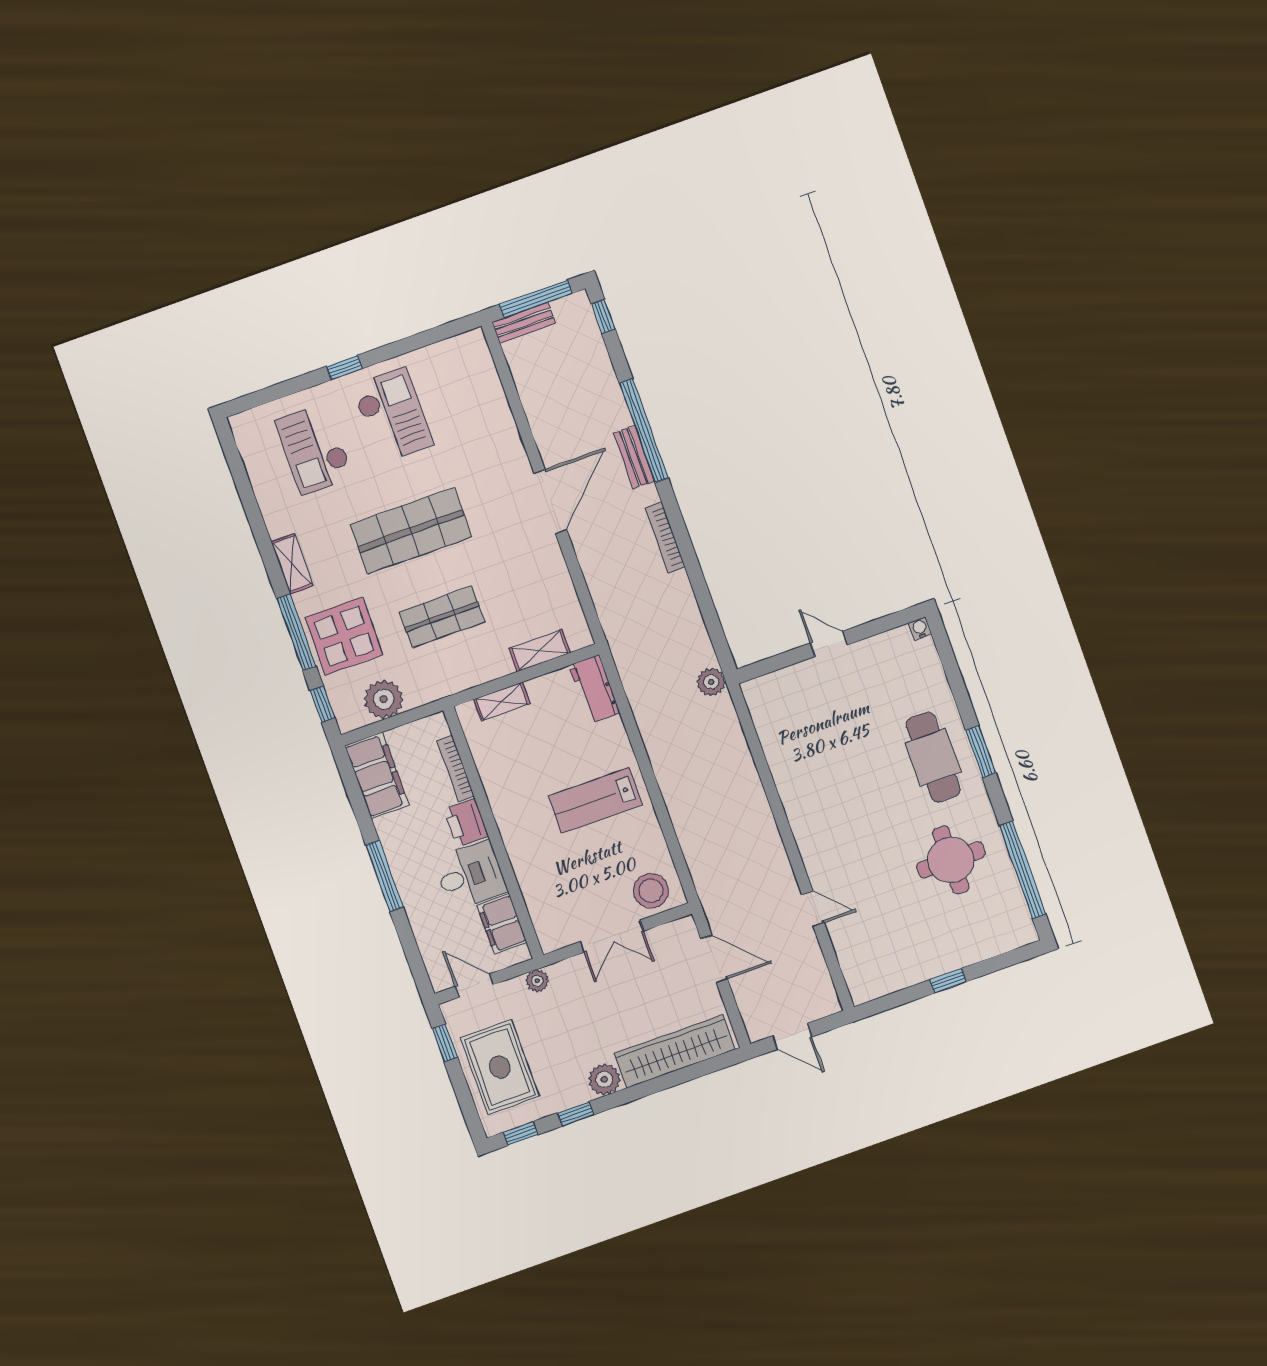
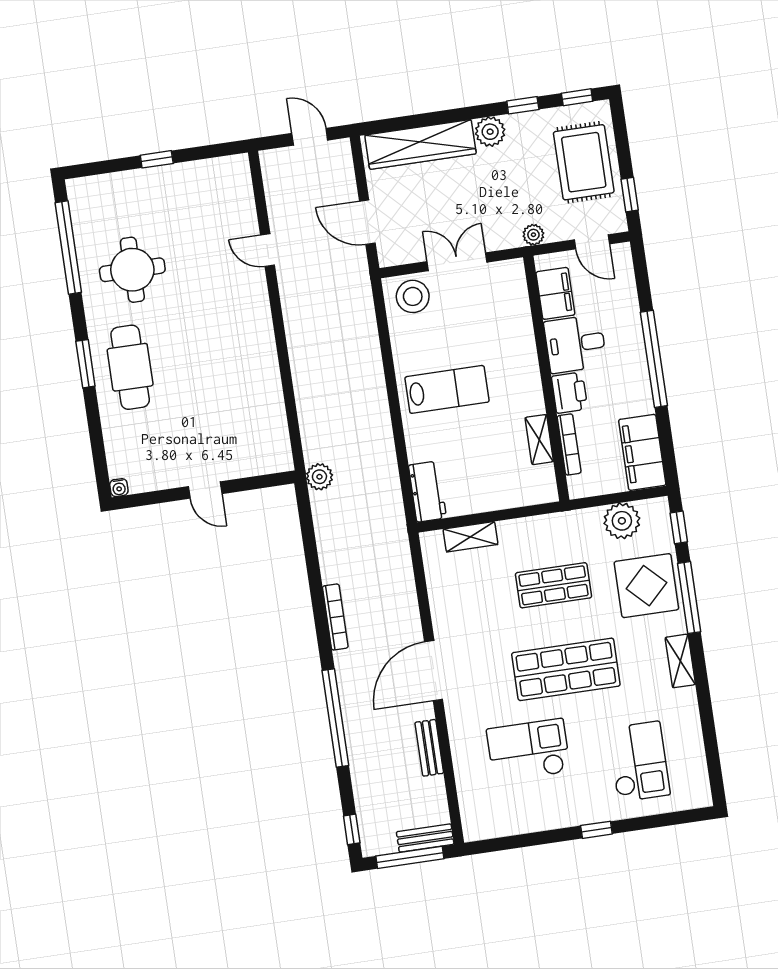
checkout: (393, 415) -> (528, 750), moved, turned 90
bench: (634, 457) -> (429, 748), moved
shelving: (502, 701) -> (539, 440), moved, turned 90
window: (384, 876) -> (654, 359), width x1.46

